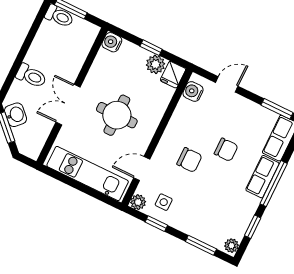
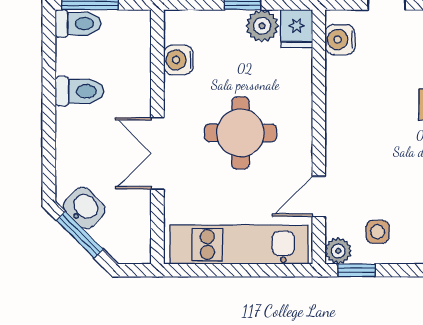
water cooler: (112, 42) -> (178, 60), moved
toilet: (31, 76) -> (79, 91), moved
chair: (189, 160) -> (386, 148), removed
window: (156, 224) -> (356, 270), moved

